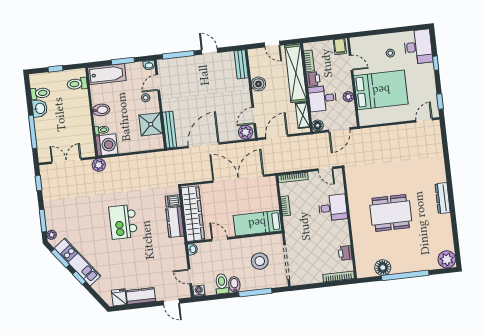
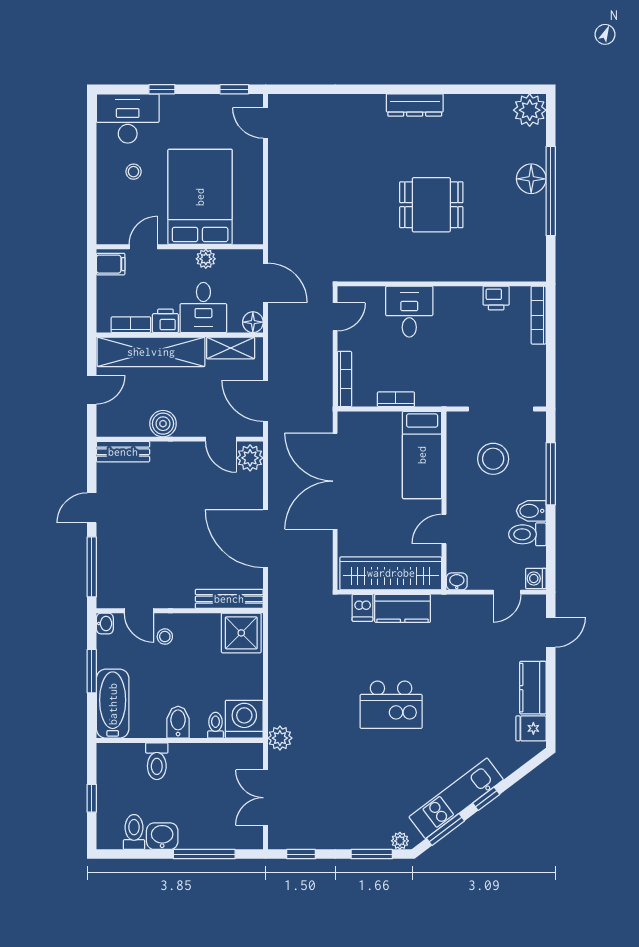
toilet: (77, 84) -> (157, 761), moved
shower: (151, 124) -> (241, 633), moved
dining table: (391, 213) -> (431, 205), width x0.73
floor lamp: (383, 268) -> (531, 179), moved

